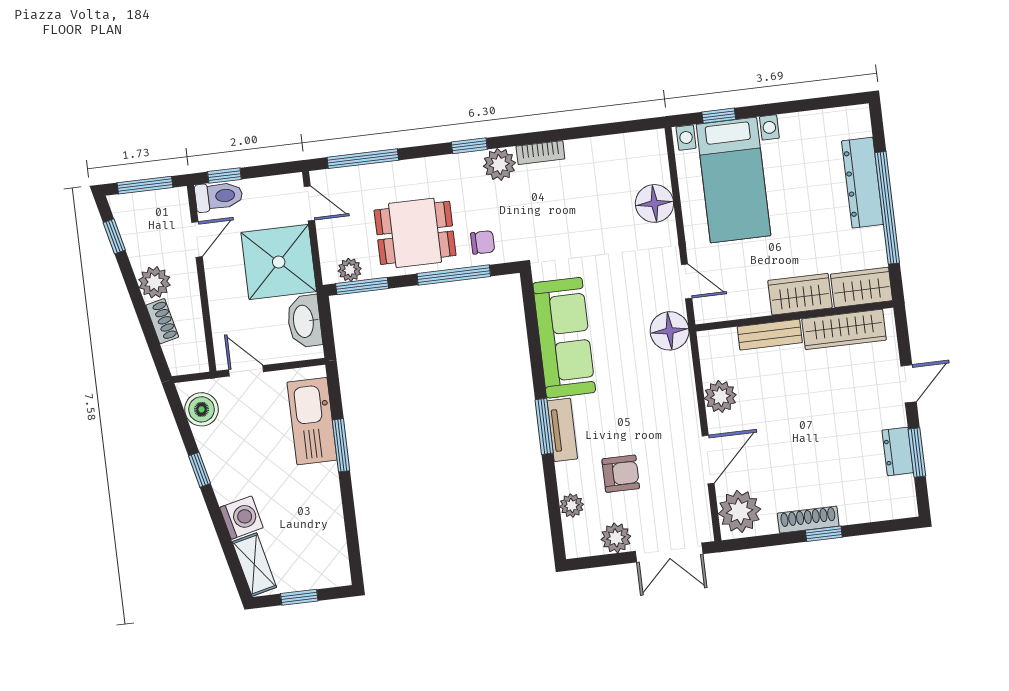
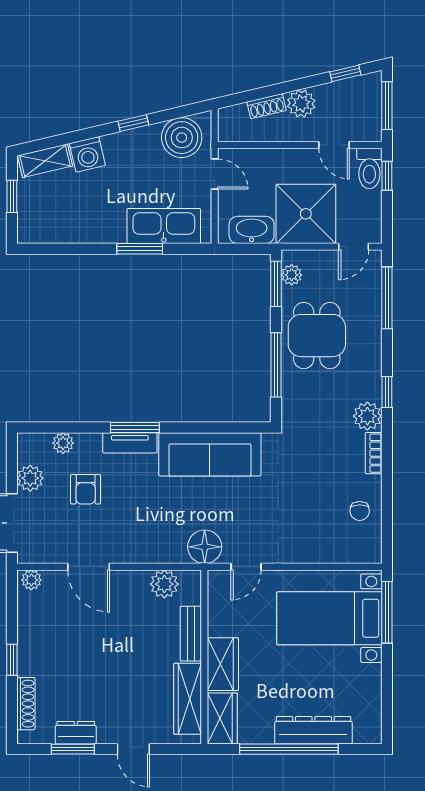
window: (719, 116) -> (387, 612), width x2.17
floor lamp: (654, 203) -> (317, 547), removed
chair: (483, 242) -> (360, 511), moved
door: (246, 371) -> (215, 174), hinge flipped
plant: (720, 397) -> (164, 584), moved
boiler: (201, 409) -> (182, 138), width x1.37, depth x1.37
plant: (740, 511) -> (31, 580), width x0.53, depth x0.53
shoe rack: (808, 520) -> (26, 704), moved

